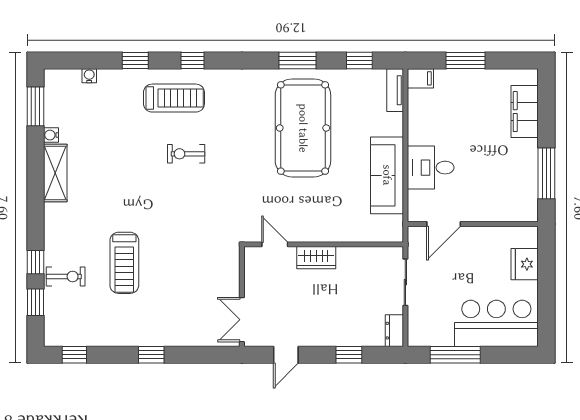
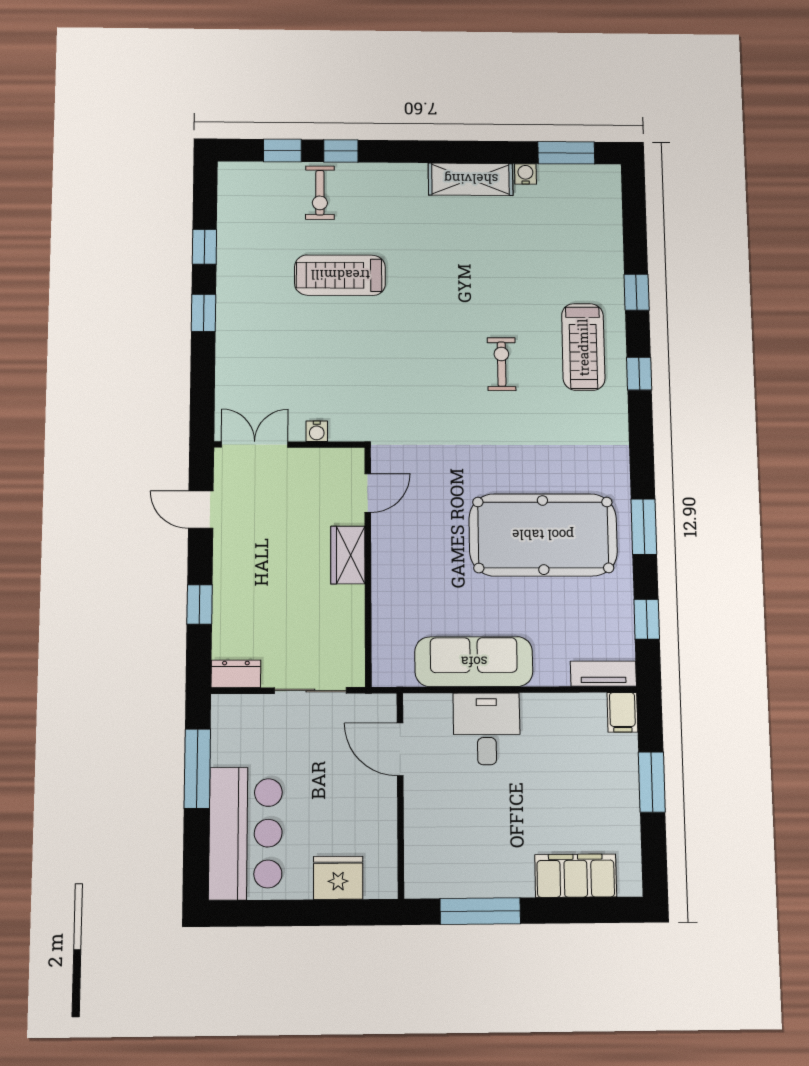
water cooler: (89, 76) -> (317, 431), moved, turned 90
window: (74, 355) -> (204, 247), moved

